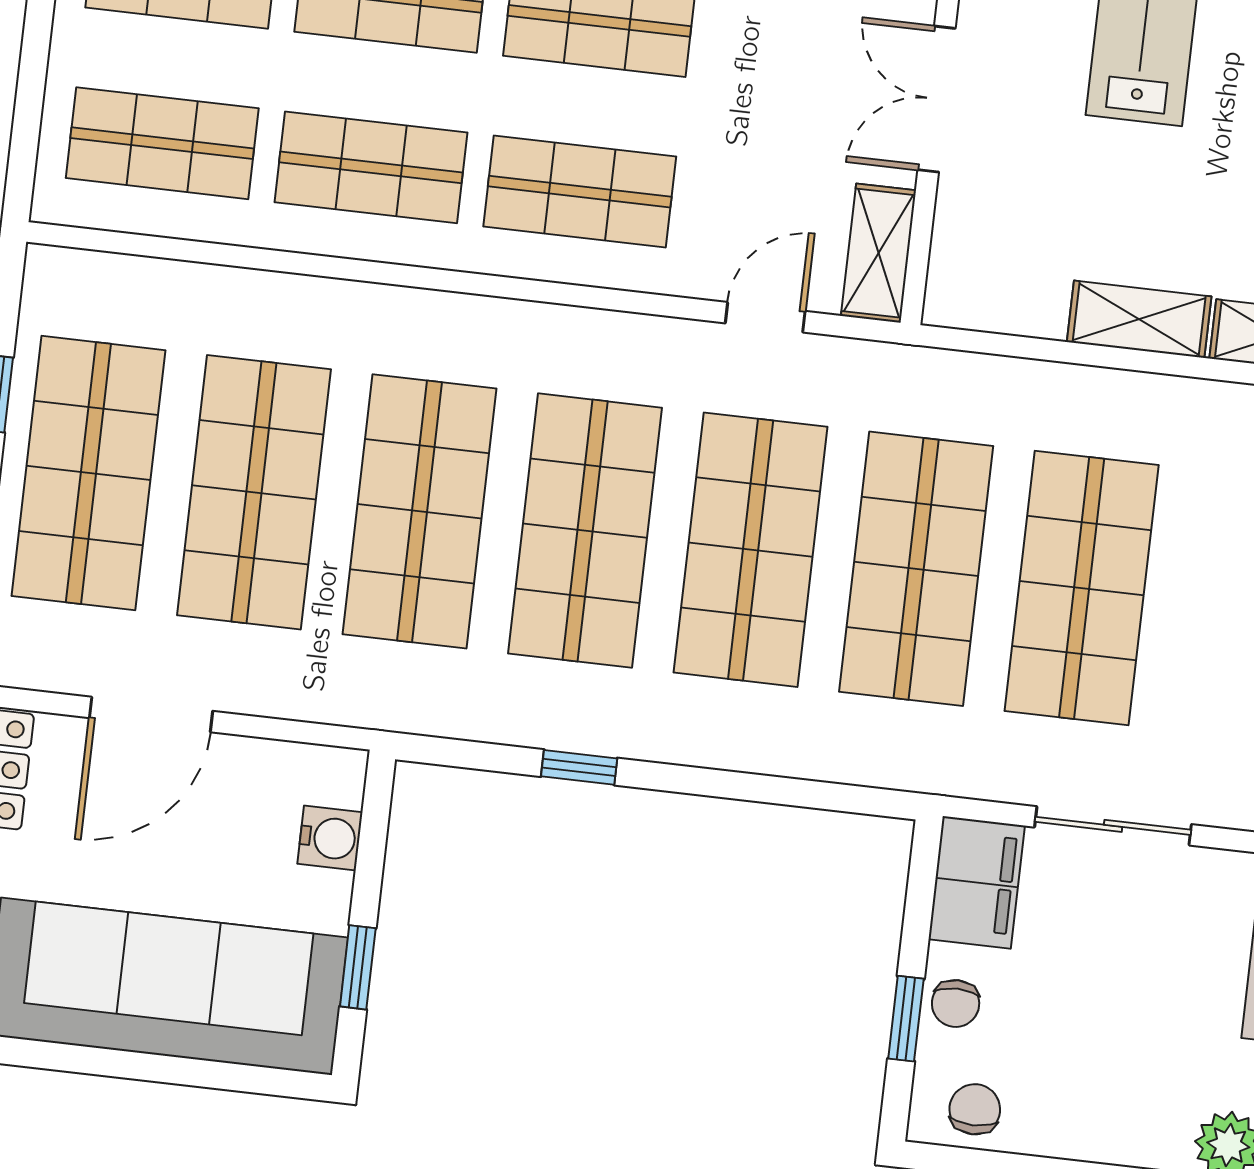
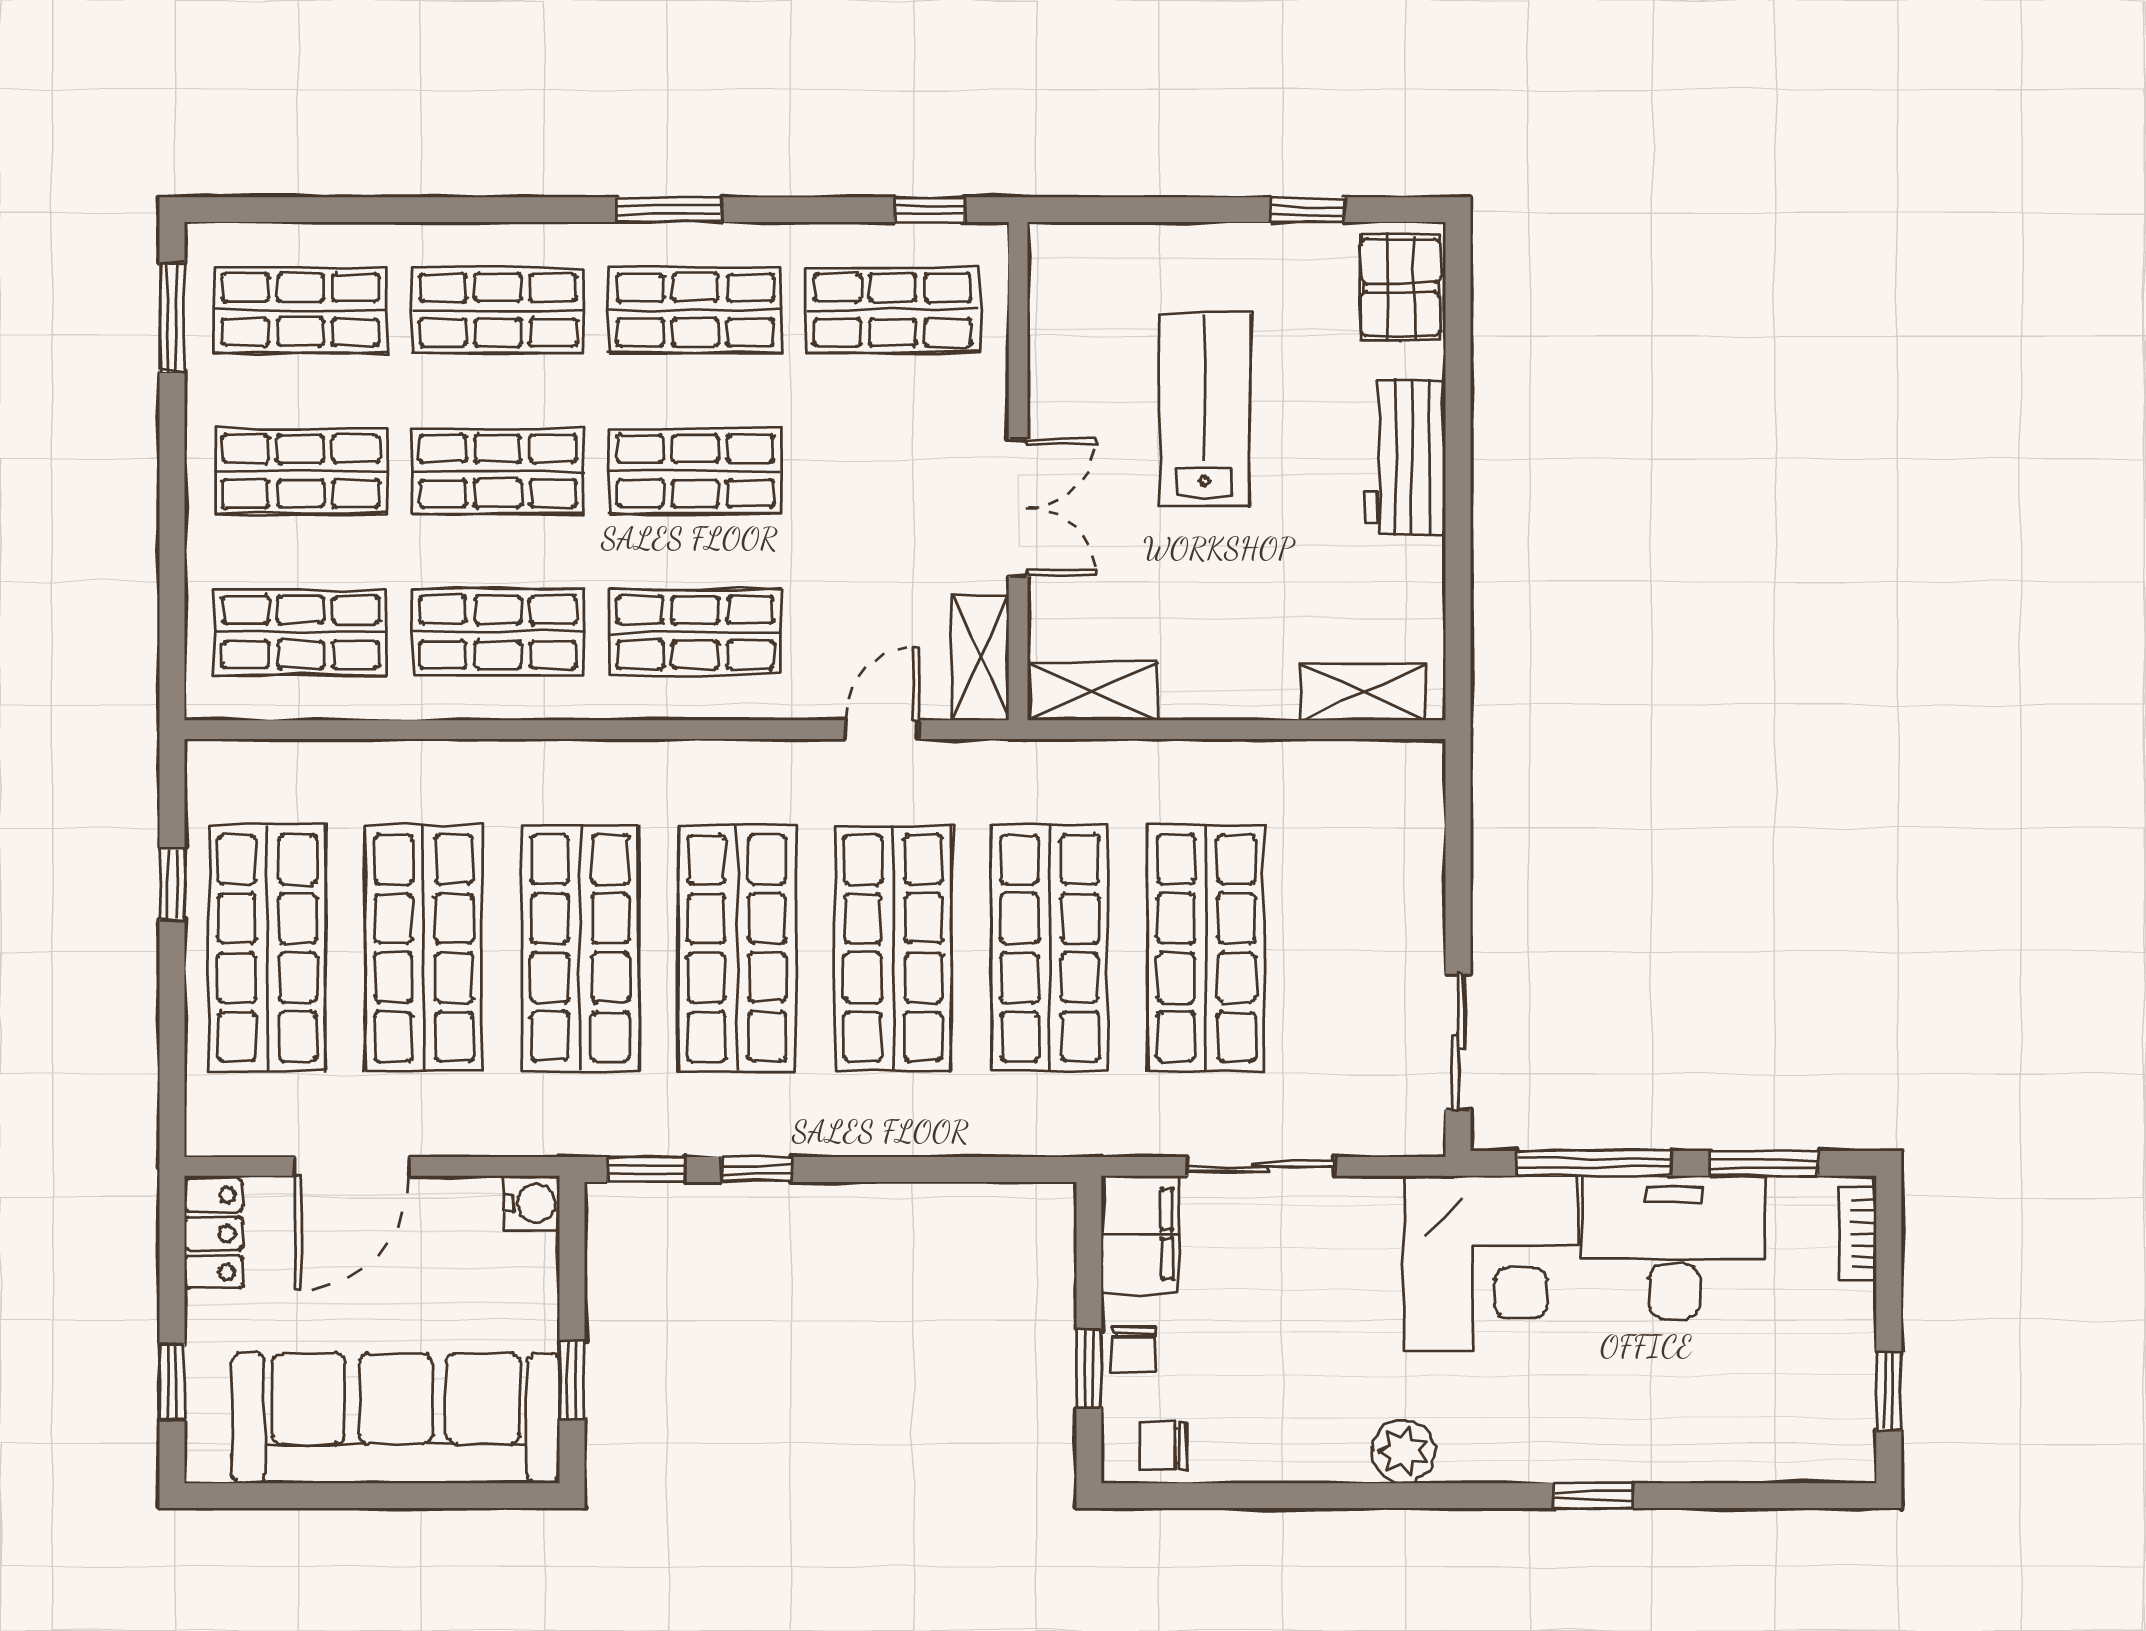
double door: (937, 99) -> (1018, 508), swing flipped
shelving: (1139, 319) -> (1092, 691), moved
window: (462, 754) -> (646, 1170), added
water cooler: (330, 838) -> (532, 1203), moved
chair: (975, 1109) -> (1163, 1446), turned -90

